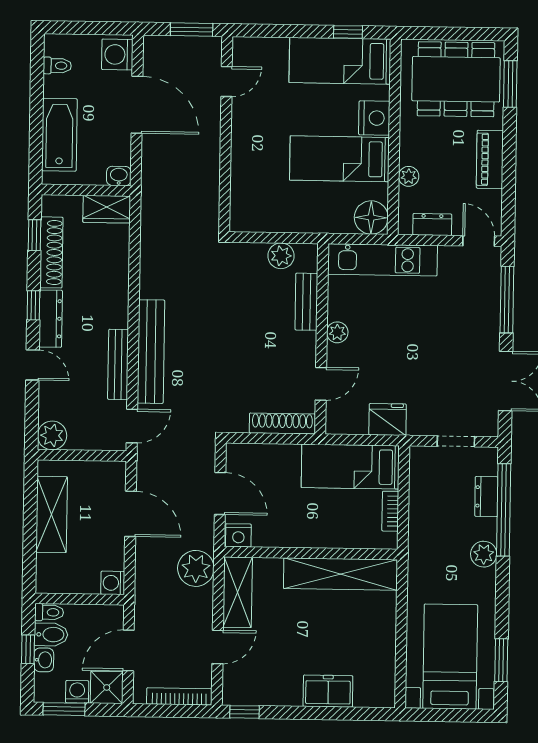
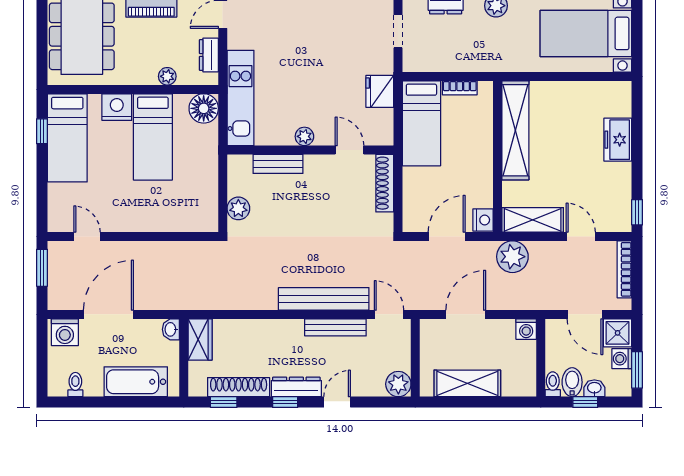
plant: (281, 256) -> (238, 208), moved

